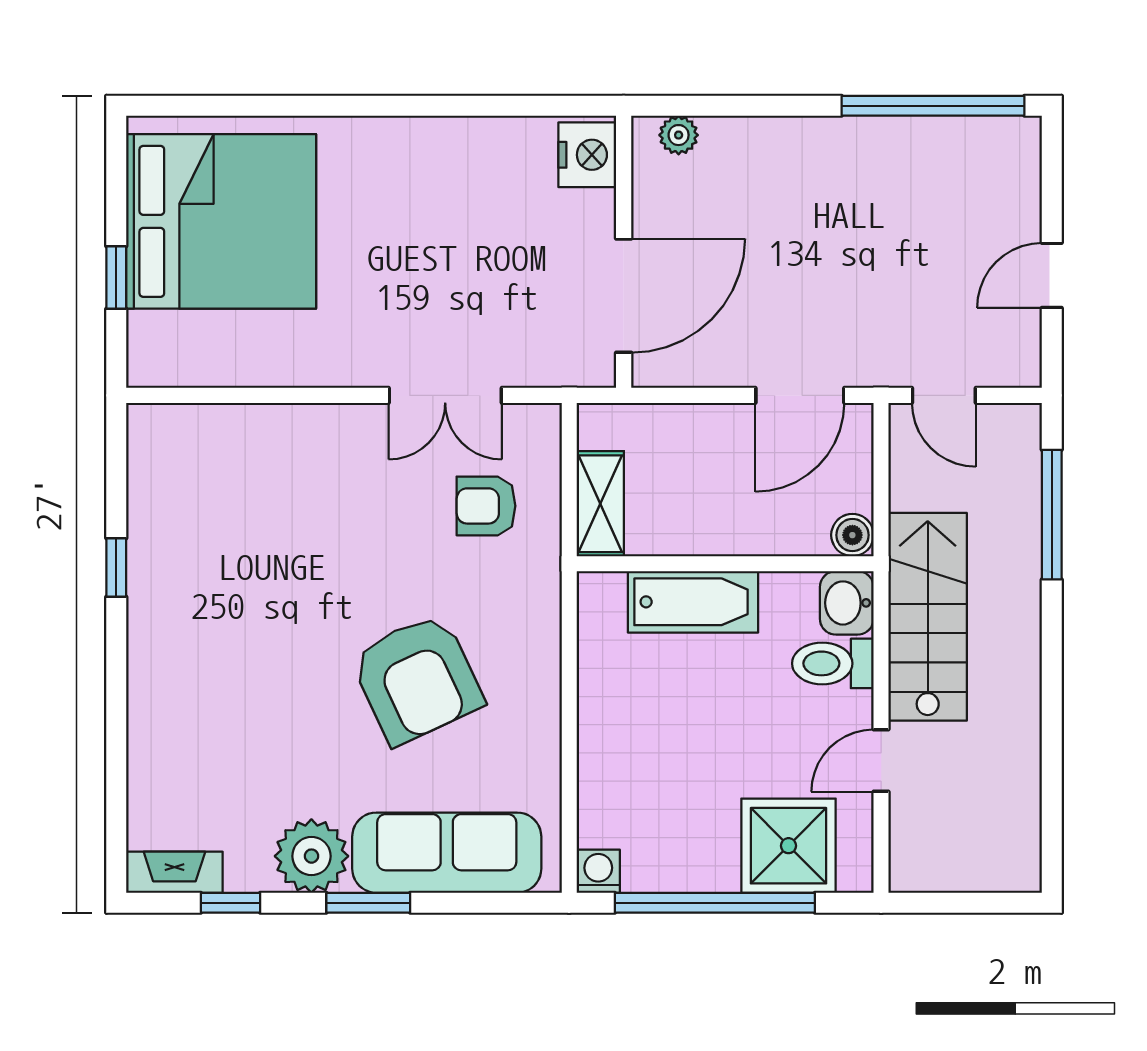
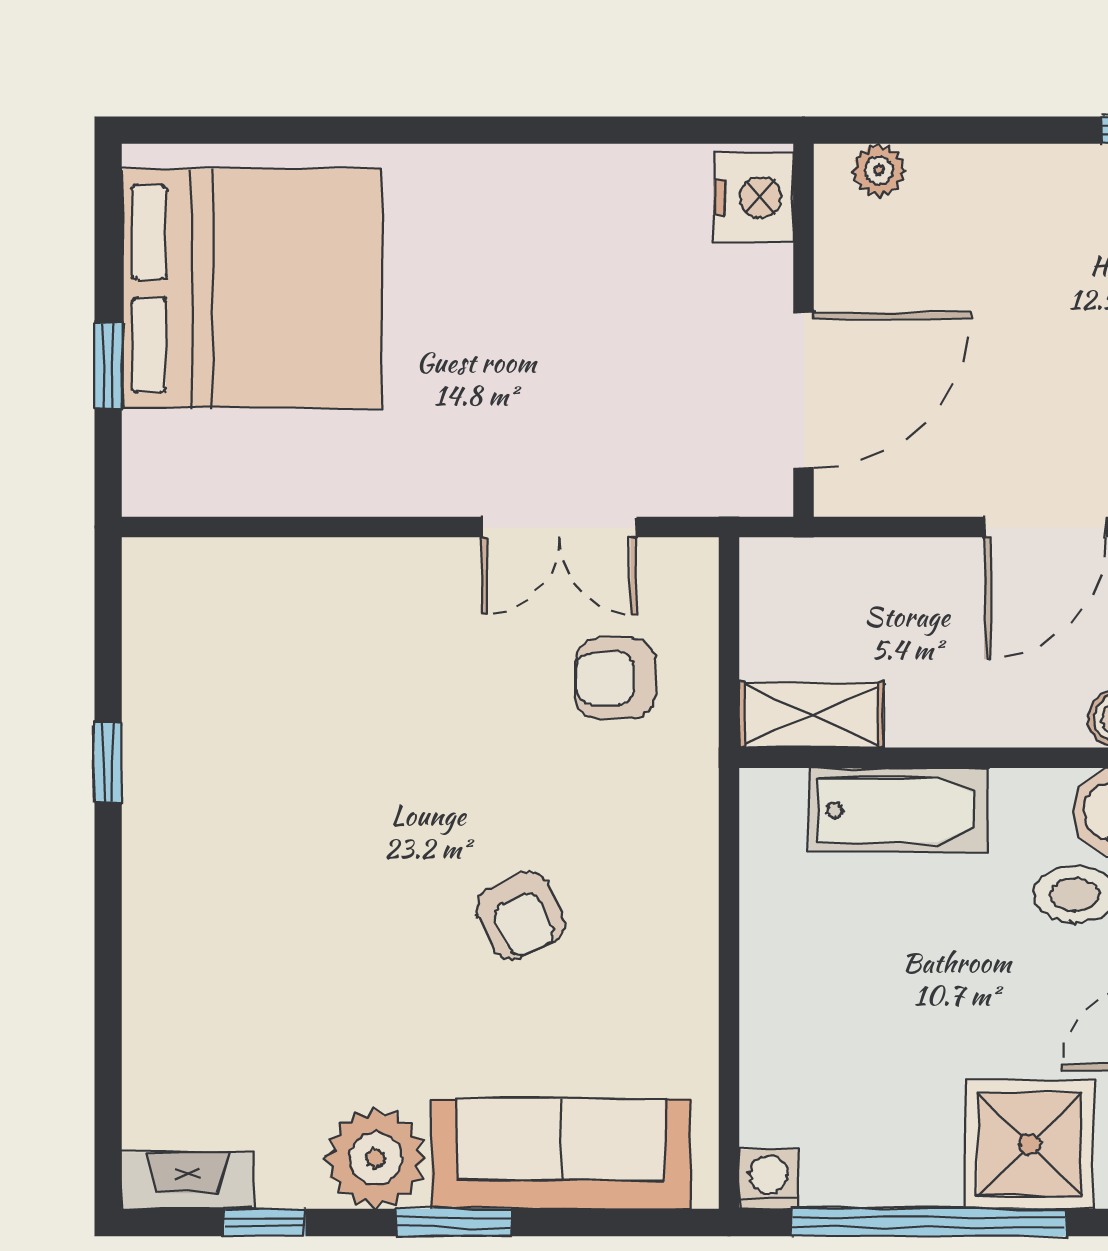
shelving: (600, 504) -> (811, 715), moved, turned 90
armchair: (417, 679) -> (520, 916), width x0.53, depth x0.53

